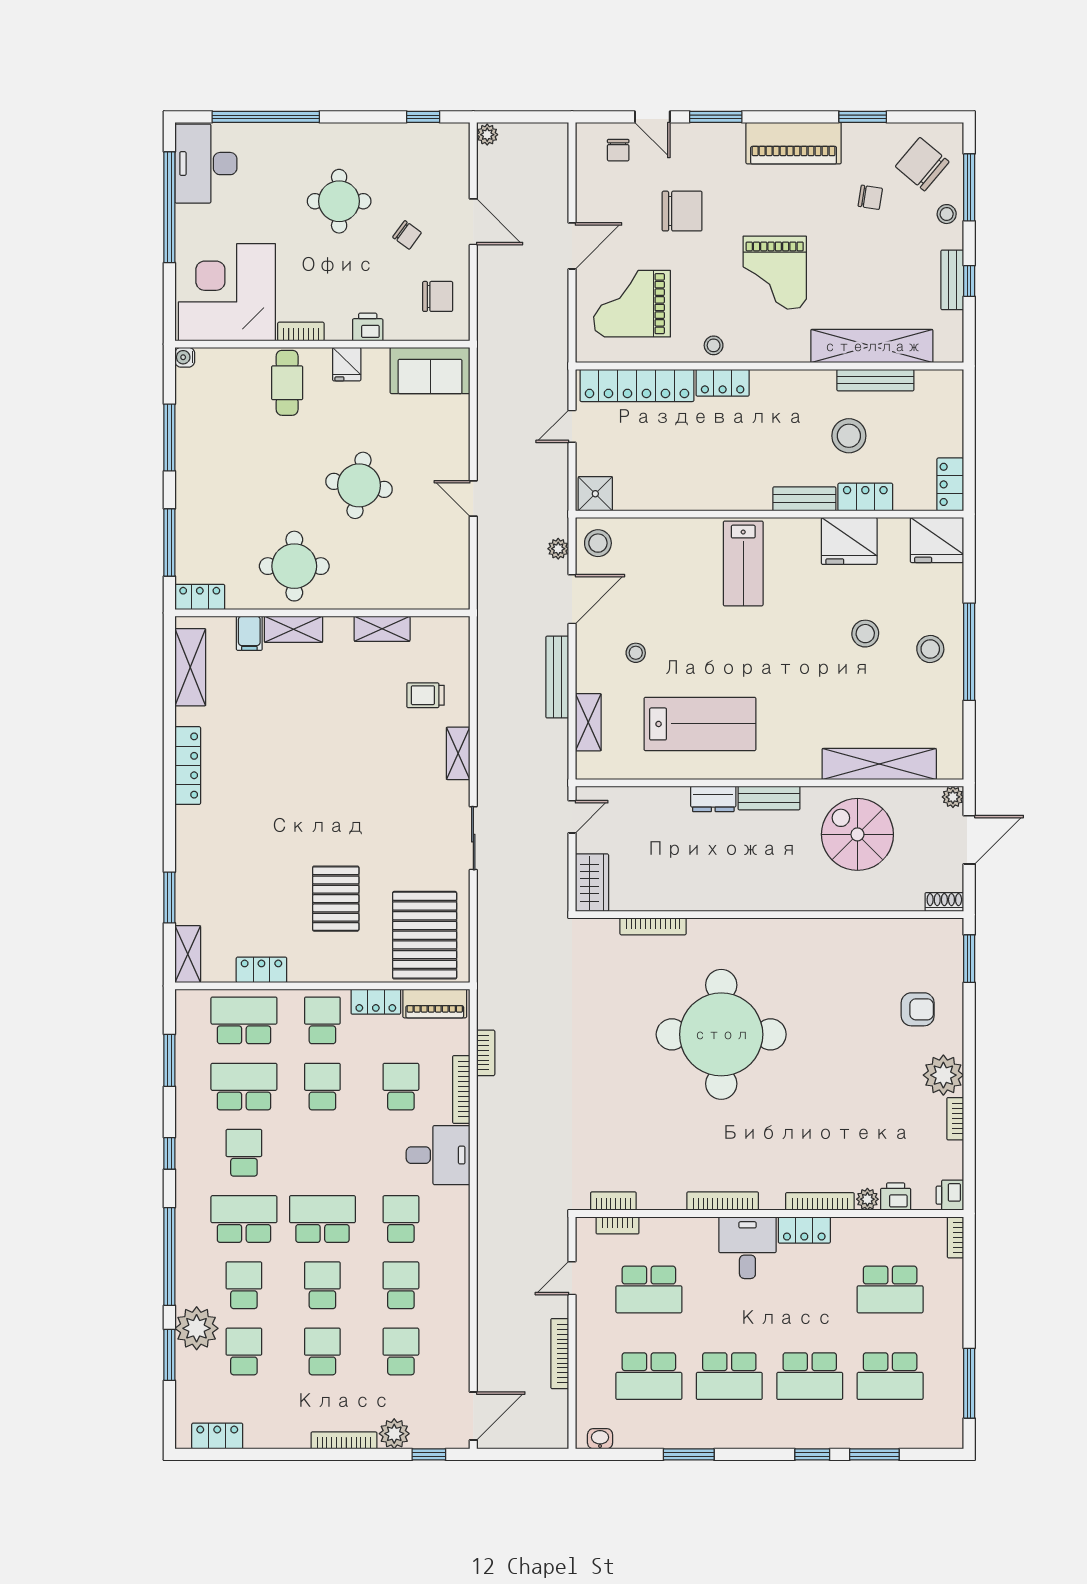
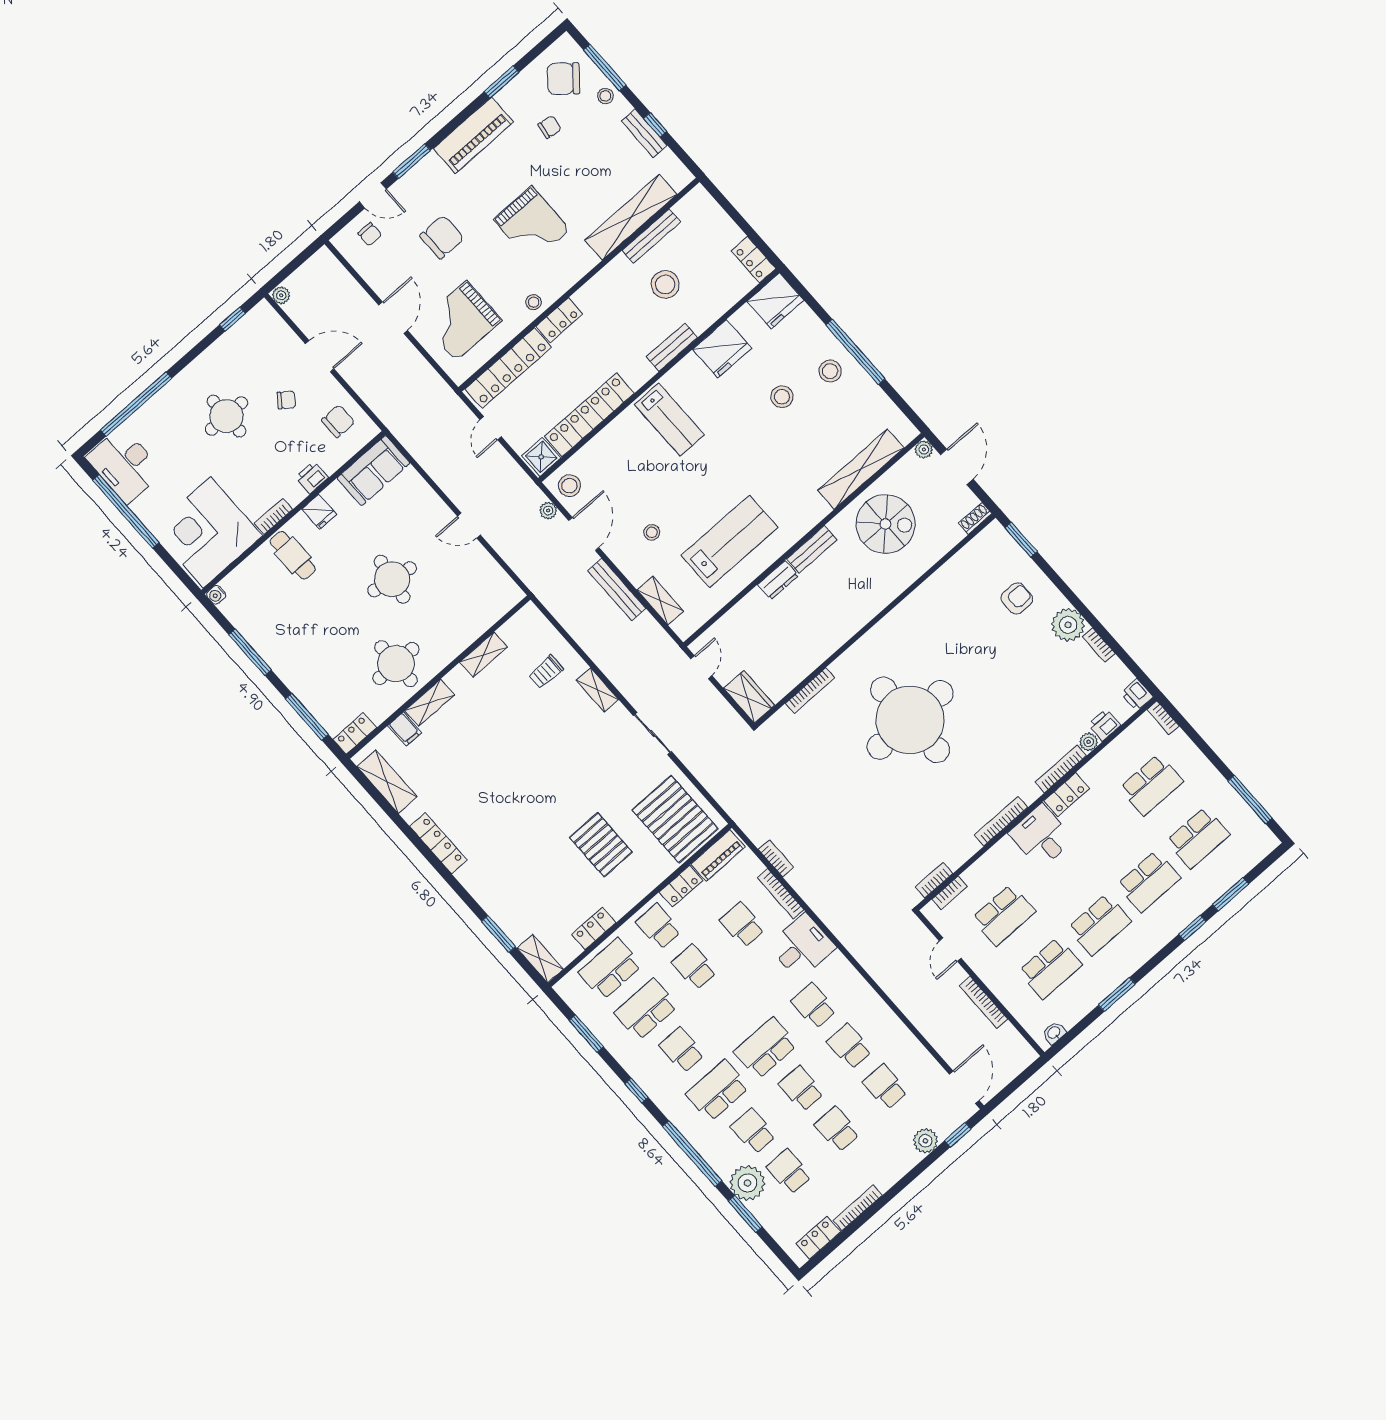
locker: (865, 497) -> (589, 415), moved, width x2.16, depth x1.21
spiral stairs: (857, 834) -> (886, 524), turned 180
bookcase: (344, 1440) -> (858, 1208), moved

